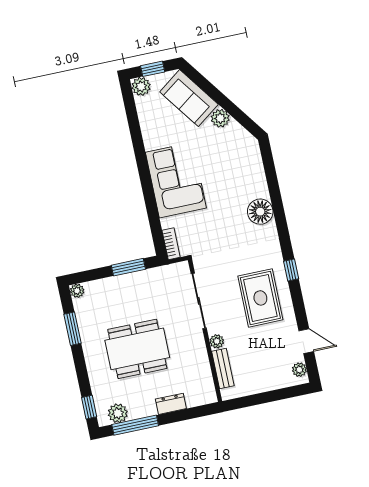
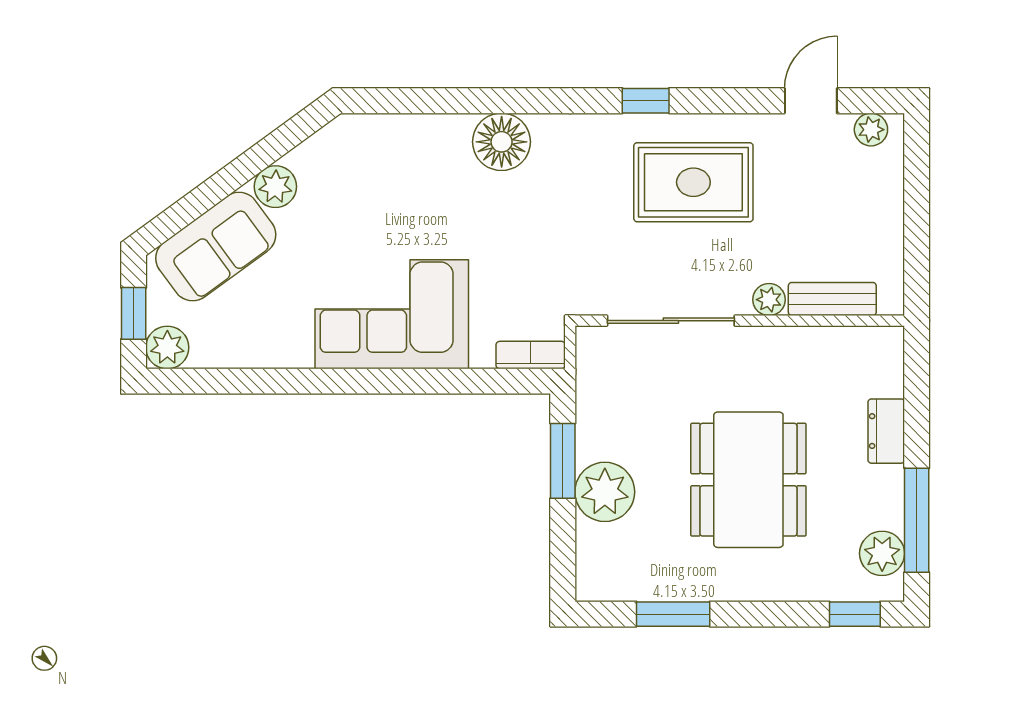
plant: (77, 291) -> (605, 492), moved, width x1.88, depth x1.88

